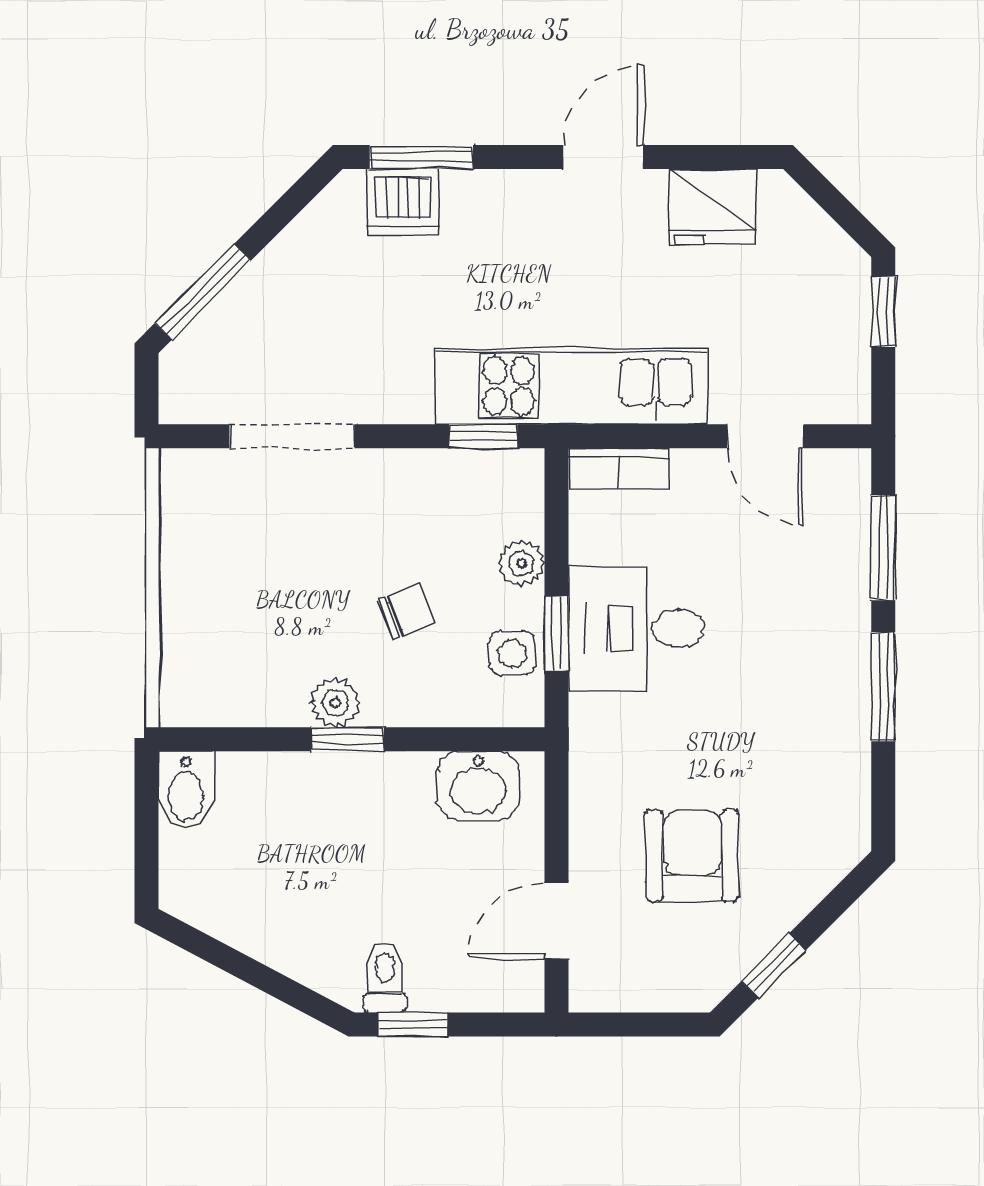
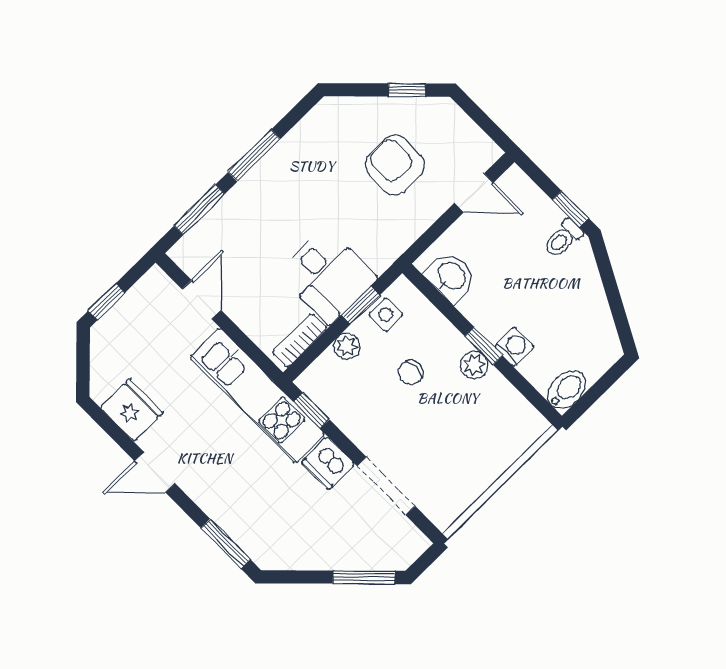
dishwasher: (403, 202) -> (328, 463), moved, turned 180
bookcase: (619, 468) -> (300, 340), moved, turned -90
chair: (406, 612) -> (411, 372), turned -69
washing machine: (308, 777) -> (514, 347), added
armchair: (692, 855) -> (395, 165), turned 90

